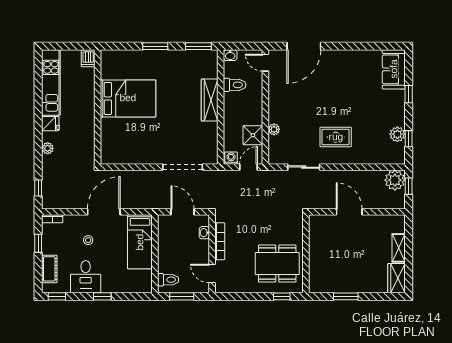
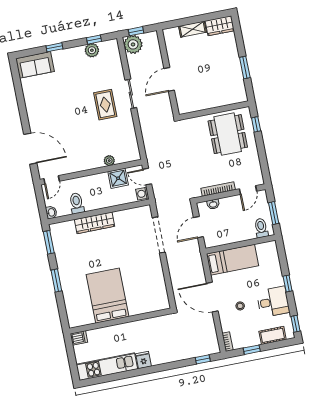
plant: (48, 148) -> (166, 358), removed
sliding door: (304, 167) -> (131, 94), moved

